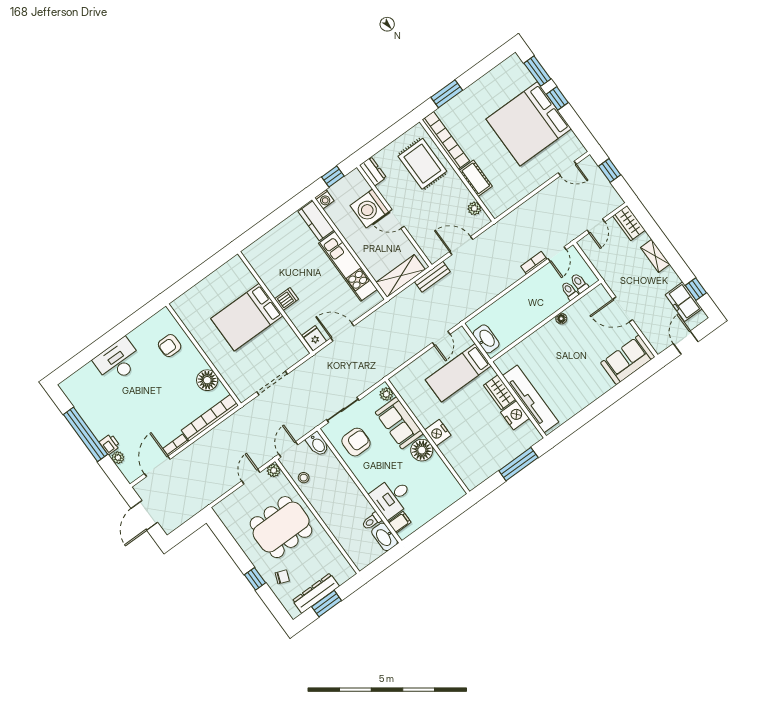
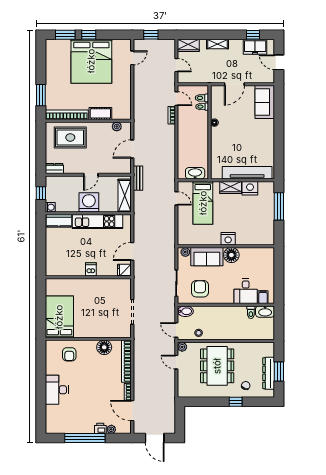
washing machine: (370, 208) -> (89, 202), moved, turned 180
bed: (247, 317) -> (59, 317), moved, turned 180

